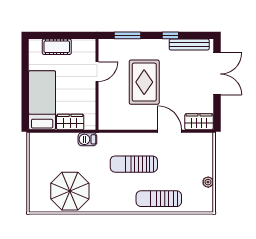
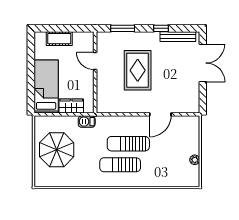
door: (97, 72) -> (95, 61), swing flipped
wardrobe: (199, 122) -> (187, 106), removed
door: (170, 131) -> (160, 114), swing flipped
parasol: (70, 191) -> (57, 150), moved
sun lounger: (159, 199) -> (120, 165), moved

